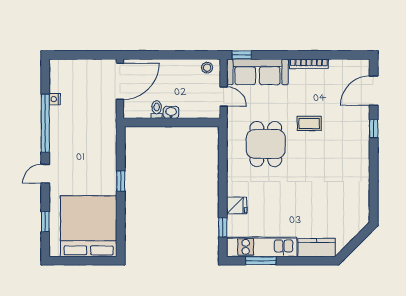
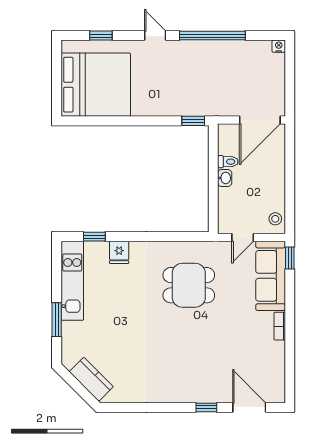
bookcase: (309, 64) -> (280, 326), width x0.64
door: (120, 81) -> (260, 120), hinge flipped
nightstand: (55, 99) -> (279, 46), moved
coffee table: (309, 123) -> (212, 334), removed
window: (121, 181) -> (193, 121), moved
kitchen counter: (317, 247) -> (91, 379), moved, turned -45
window: (261, 261) -> (57, 320), moved

